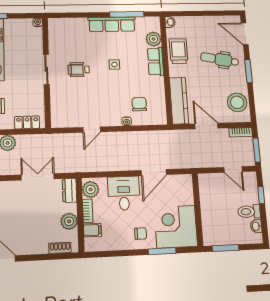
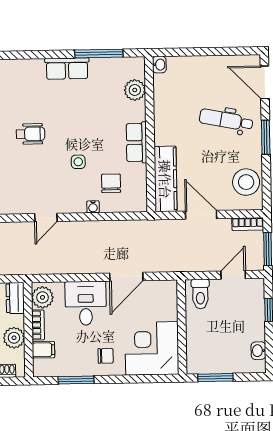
row of seats: (112, 24) -> (67, 68), width x0.68
trolley: (178, 51) -> (169, 108), removed
row of seats: (156, 62) -> (136, 142), moved
side table: (114, 64) -> (78, 162), moved
wheelchair: (79, 70) -> (30, 134), turned 180
door: (233, 170) -> (233, 275), swing flipped
toilet: (249, 212) -> (200, 294), moved, turned -90
window: (162, 251) -> (76, 380), moved

